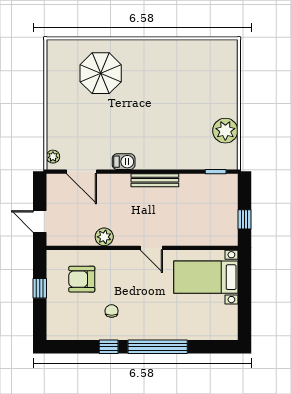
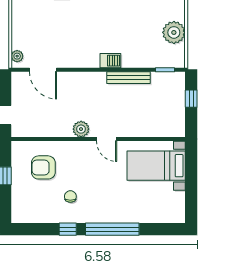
barbecue: (124, 162) -> (110, 61), moved
bench: (155, 180) -> (129, 78), moved
window: (244, 219) -> (191, 99), moved
plant: (104, 237) -> (81, 129), moved

